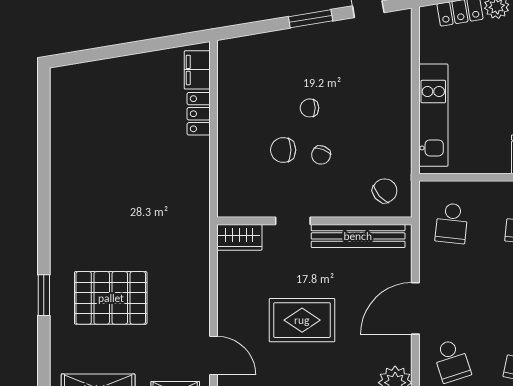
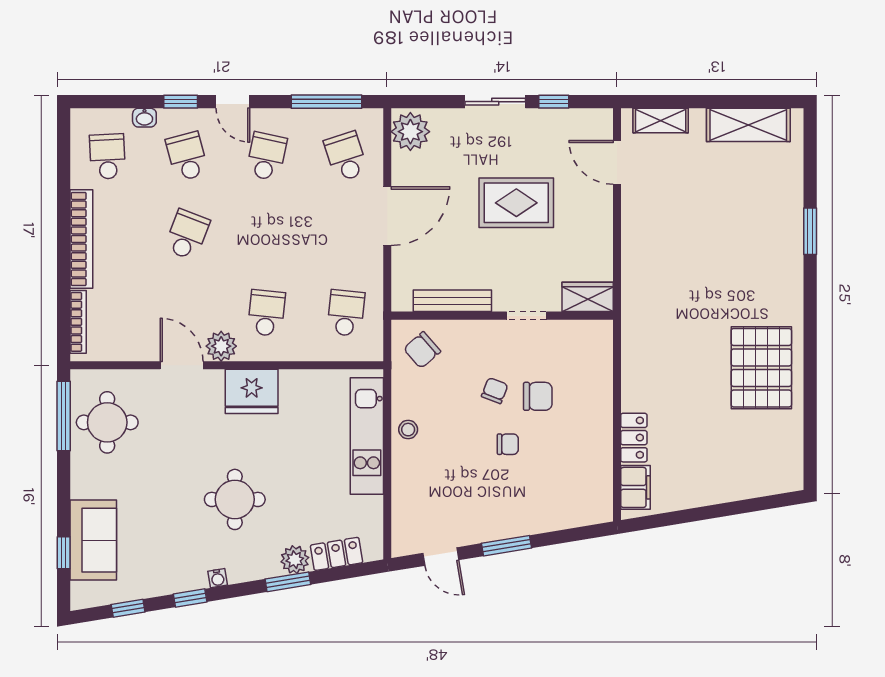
stool: (397, 121) -> (408, 430), added
bench: (358, 236) -> (452, 301), width x0.73, depth x0.82
pallet: (111, 298) -> (761, 368), moved, turned 90

